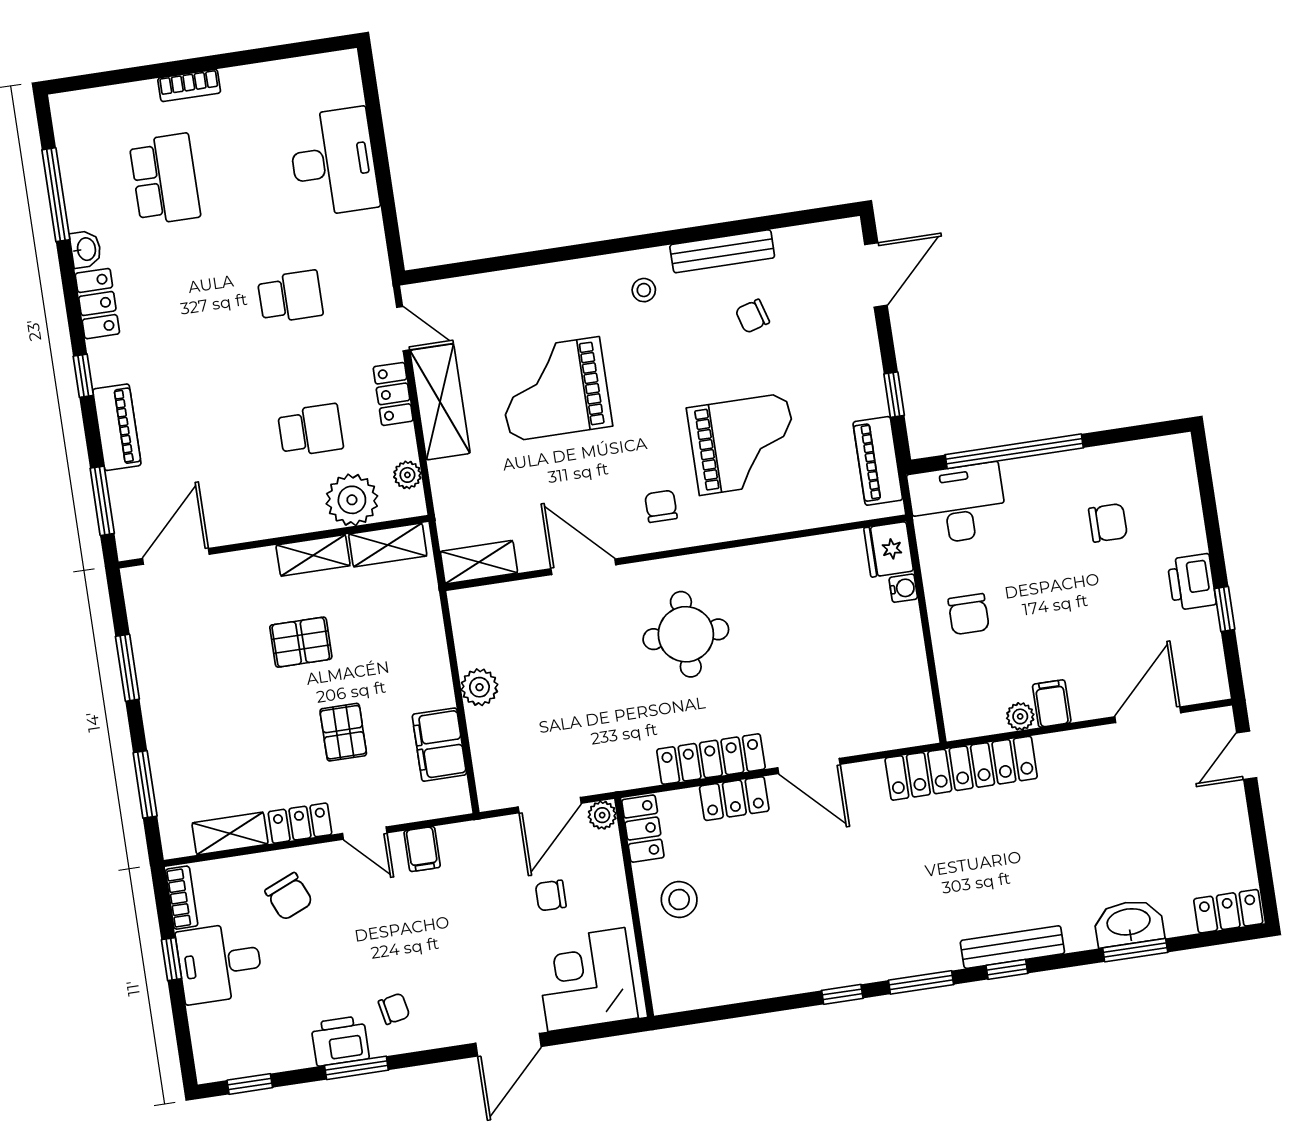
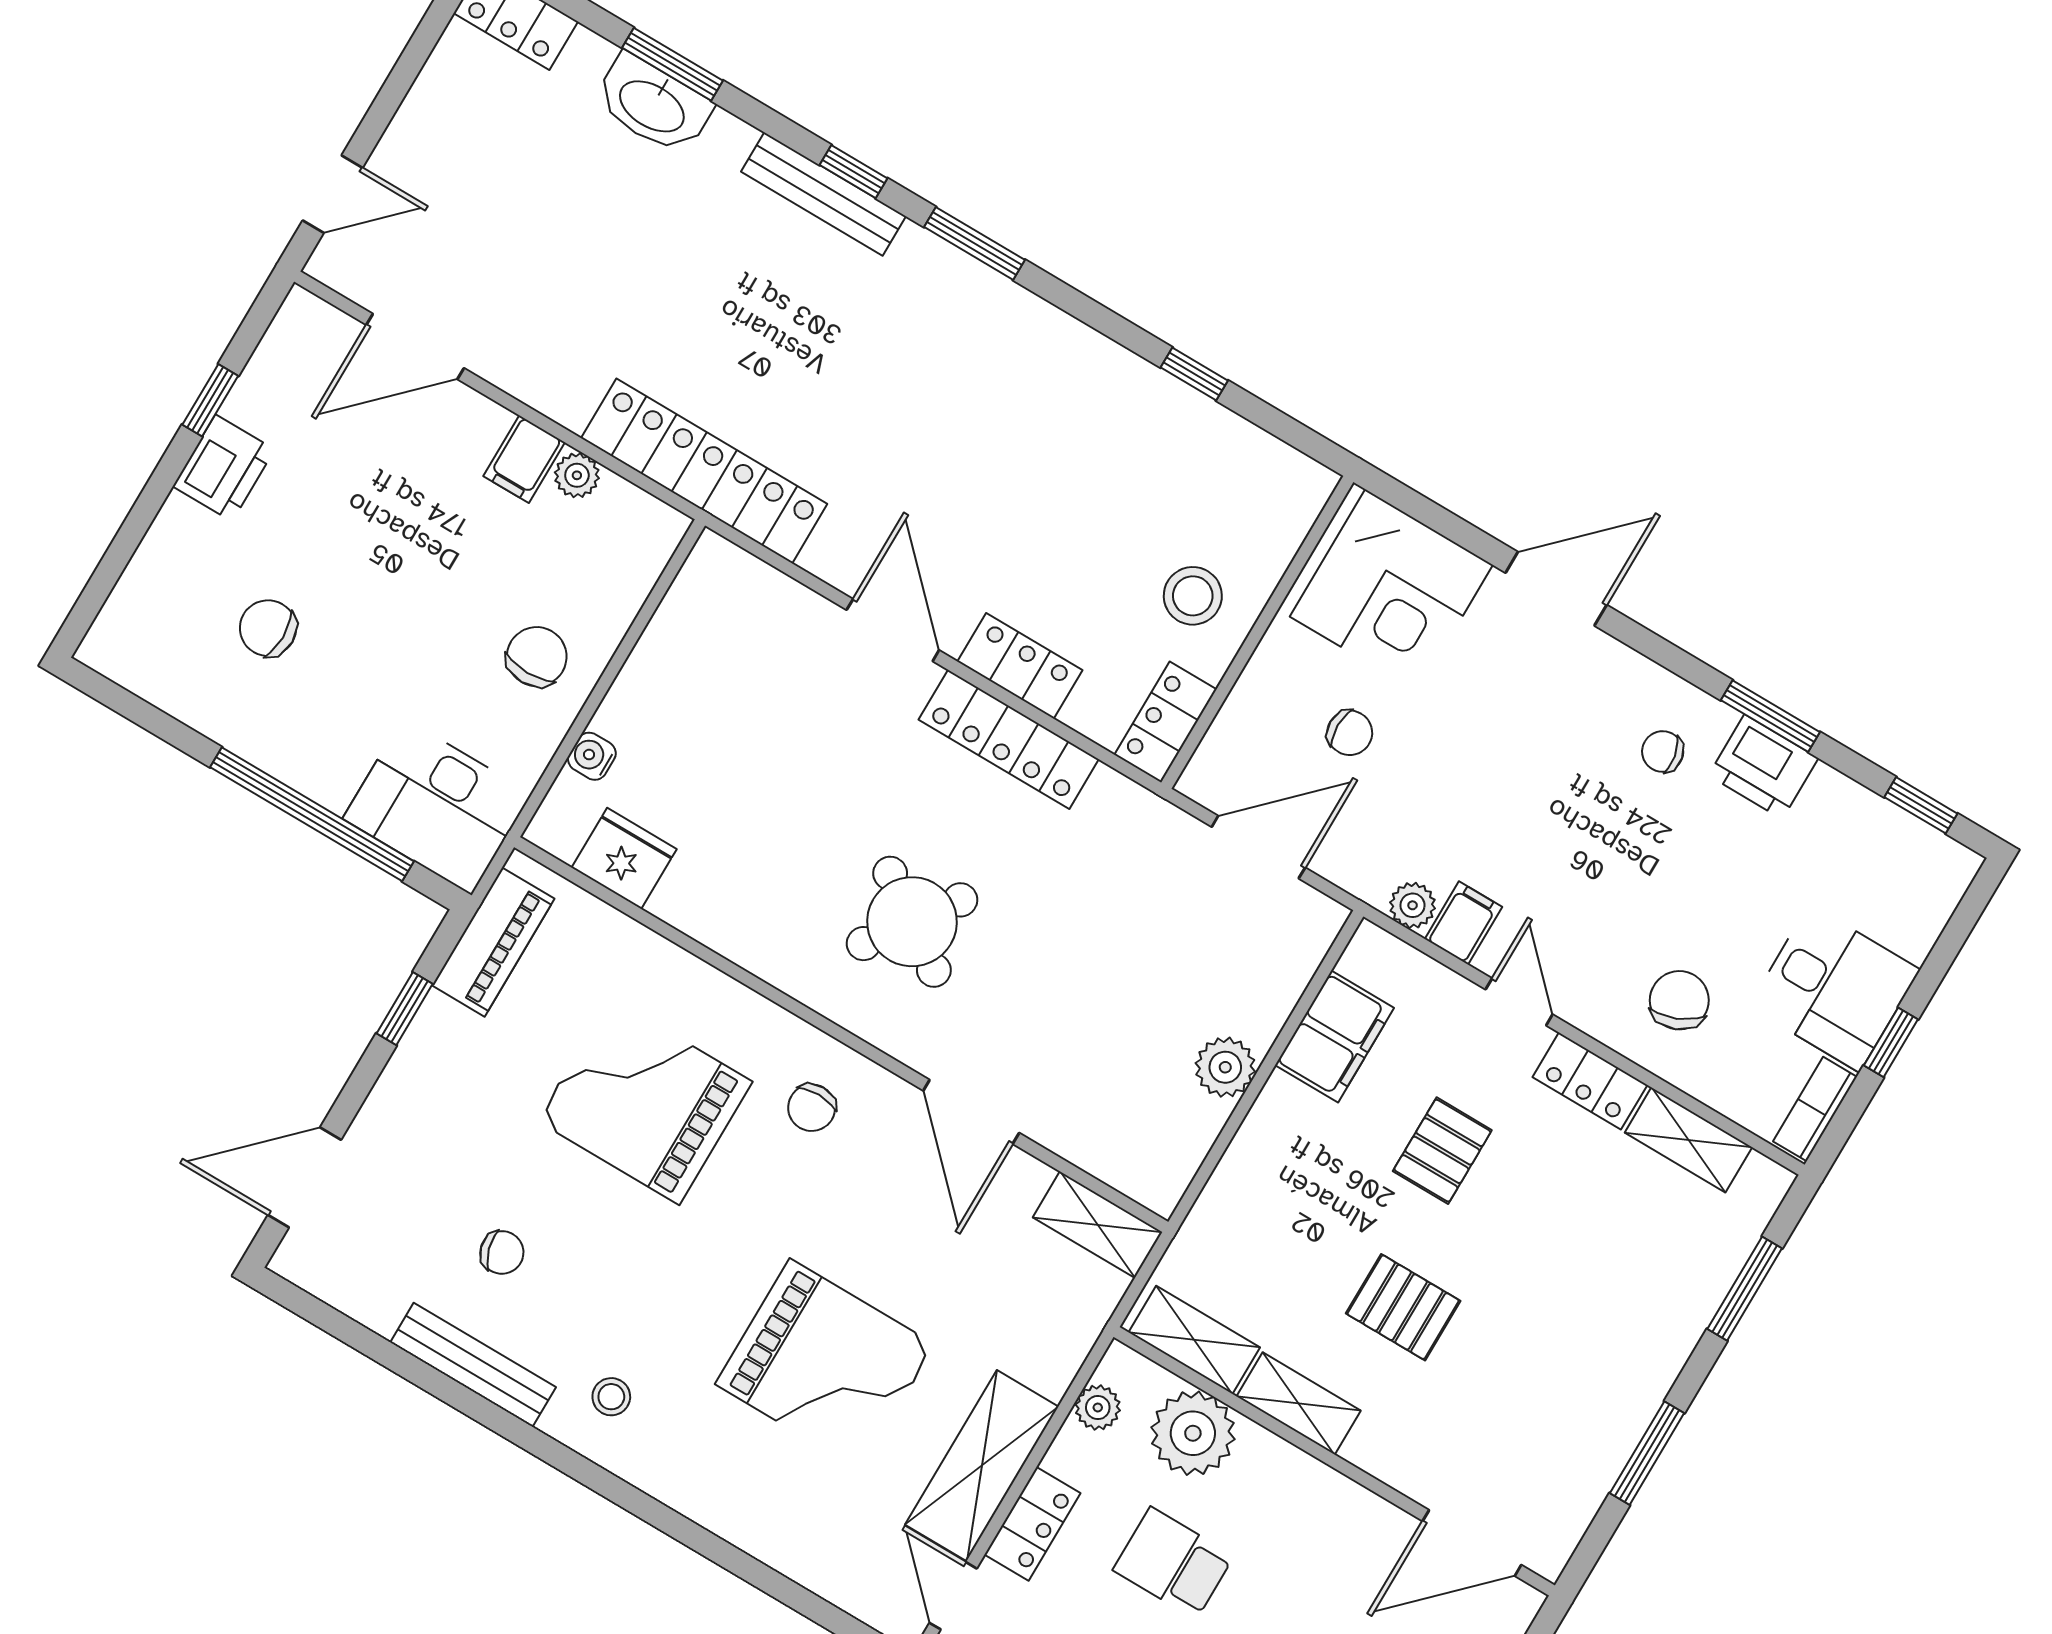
fridge: (889, 549) -> (624, 858), moved, turned -90
round table: (686, 634) -> (912, 922), turned 35
plant: (602, 815) -> (1413, 905), moved
window: (842, 994) -> (1194, 374), moved

